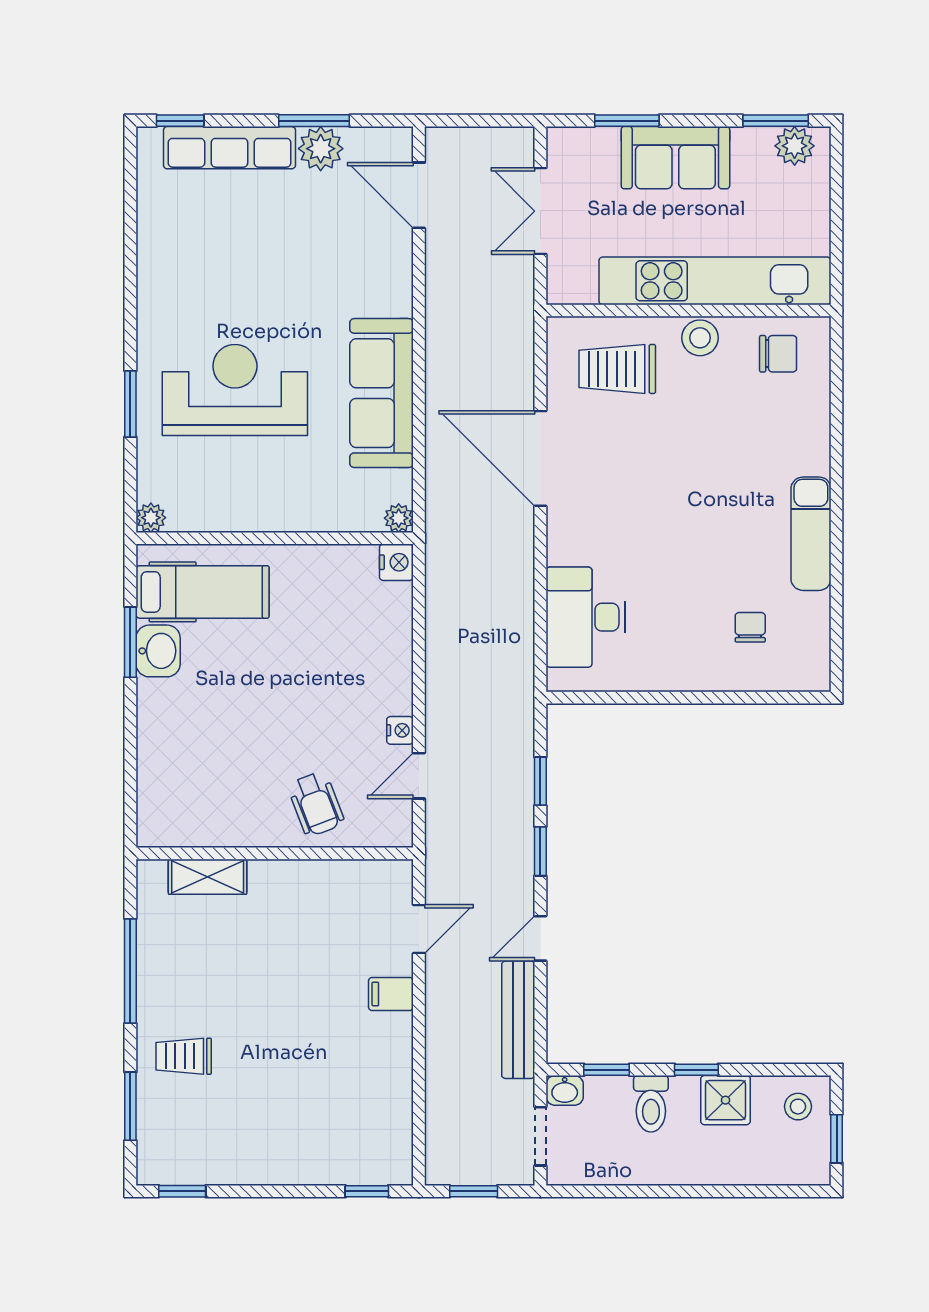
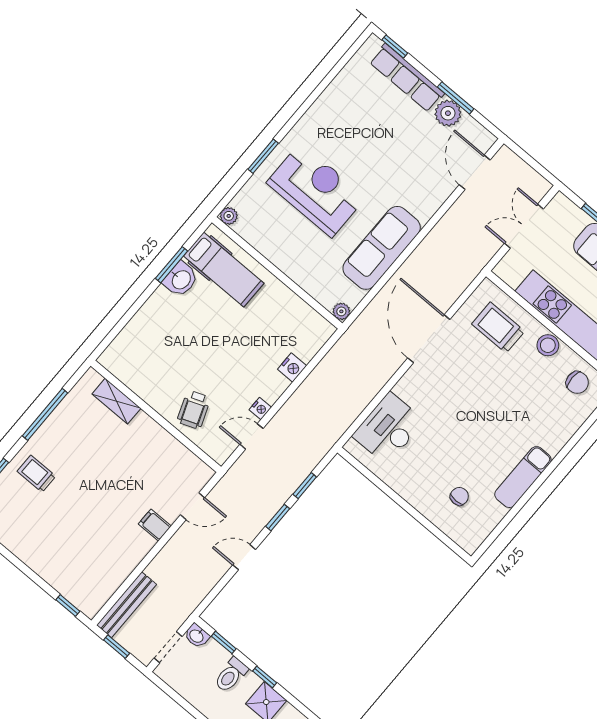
nightstand: (396, 562) -> (292, 368), moved
bench: (518, 1020) -> (127, 605), moved

